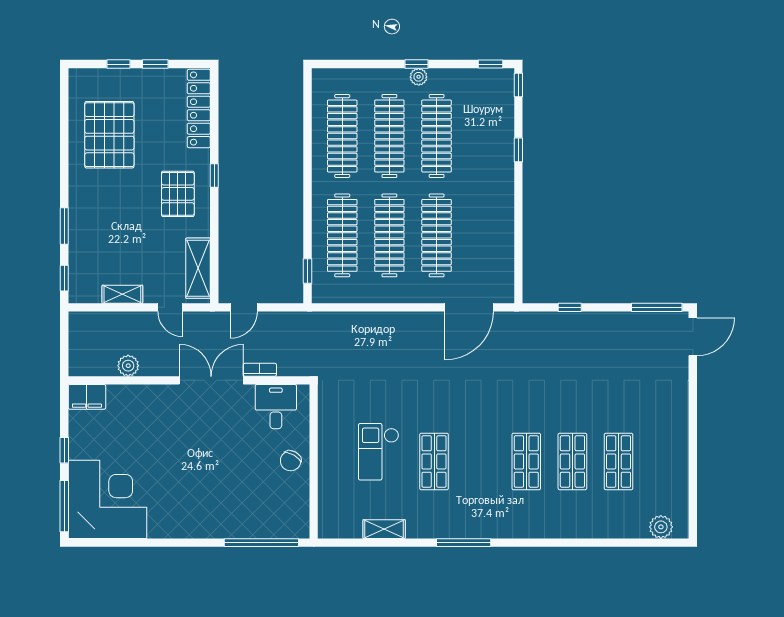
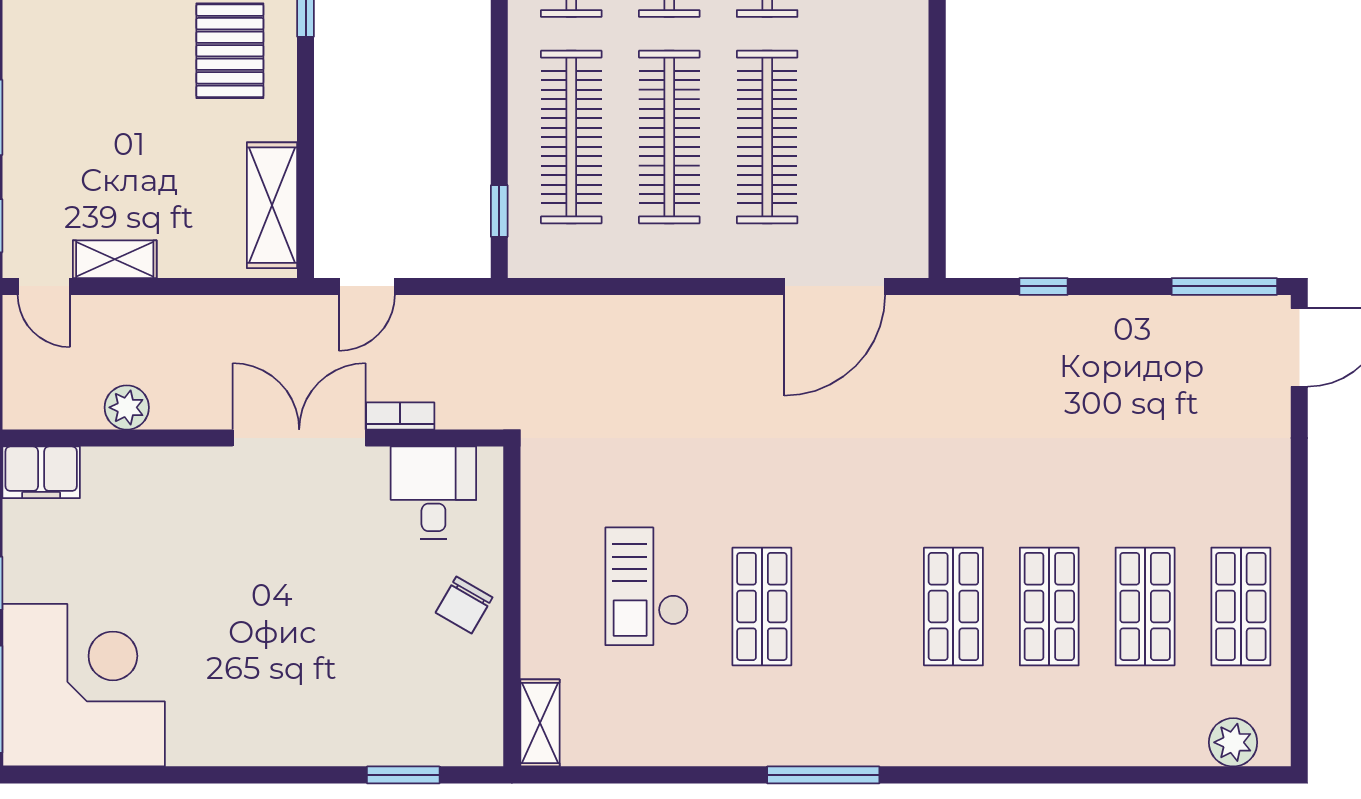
door: (170, 307) -> (44, 286), moved
shop shelf: (665, 461) -> (1241, 606), added
shelving: (384, 529) -> (540, 723), moved, turned 90
window: (261, 543) -> (403, 775), width x0.47

